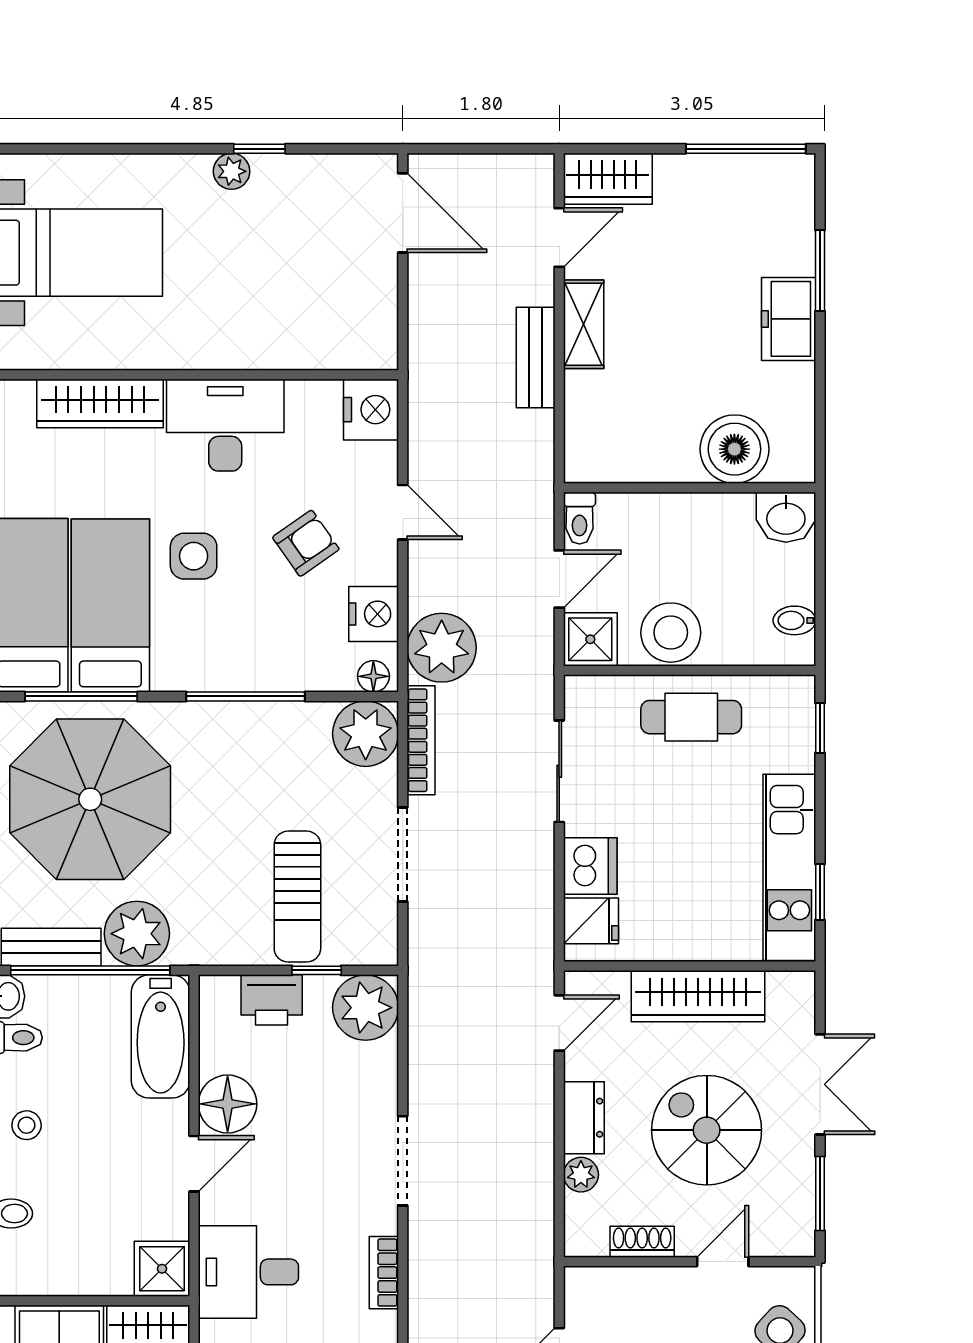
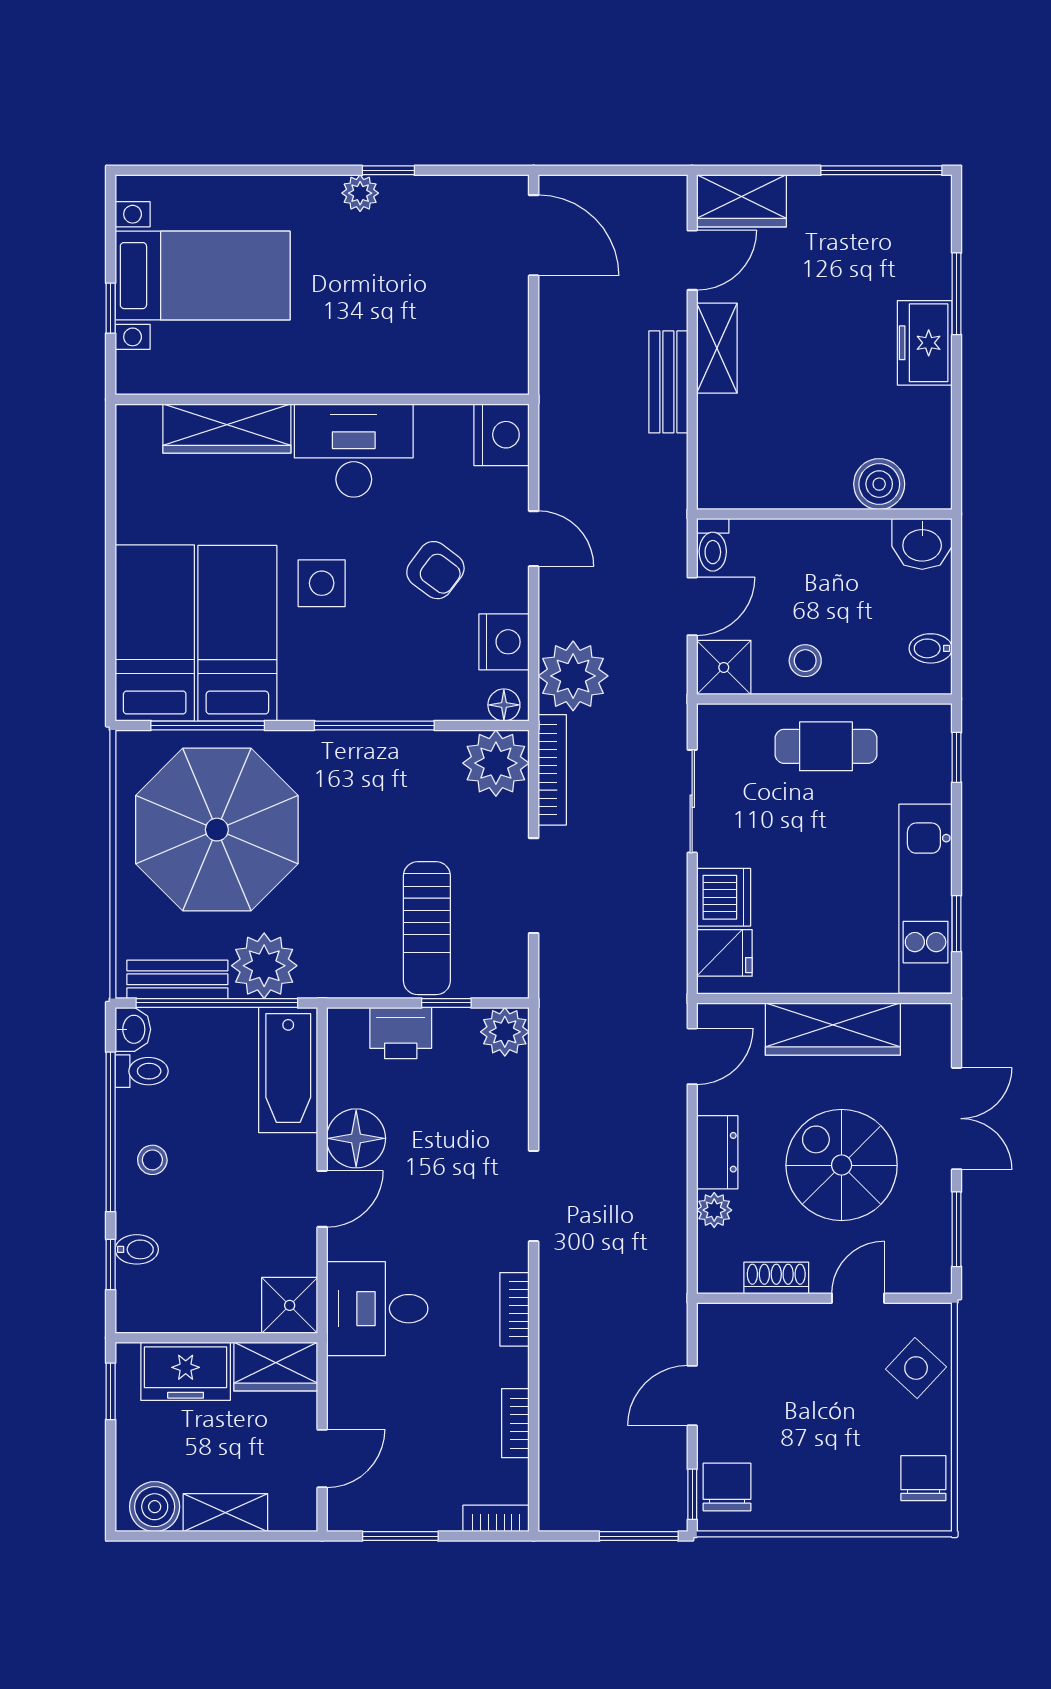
boiler: (734, 449) -> (879, 484), width x0.73, depth x0.73
armchair: (306, 543) -> (435, 570), turned 72
stool: (671, 633) -> (805, 661), width x0.53, depth x0.53
plant: (366, 1008) -> (505, 1032), width x0.73, depth x0.73

